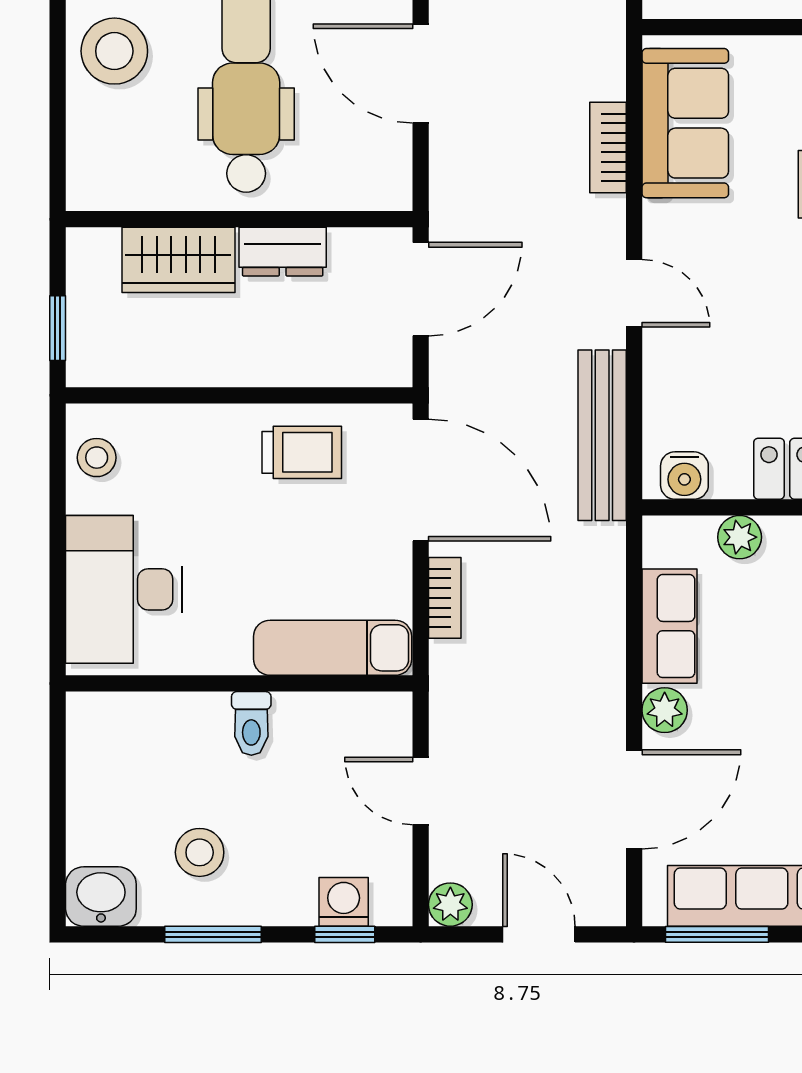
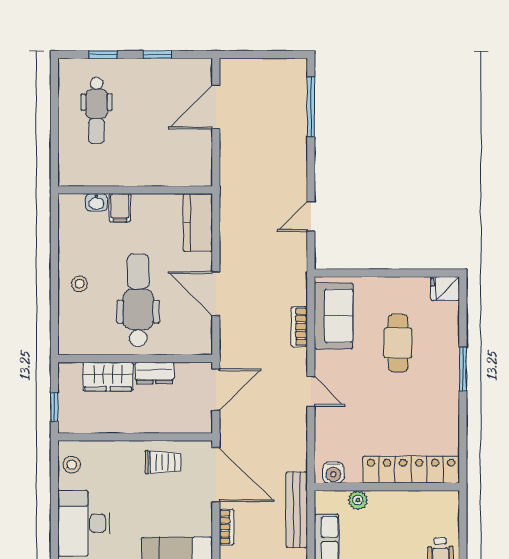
stool: (114, 51) -> (80, 284), width x0.53, depth x0.53
bench: (602, 435) -> (297, 510), moved

